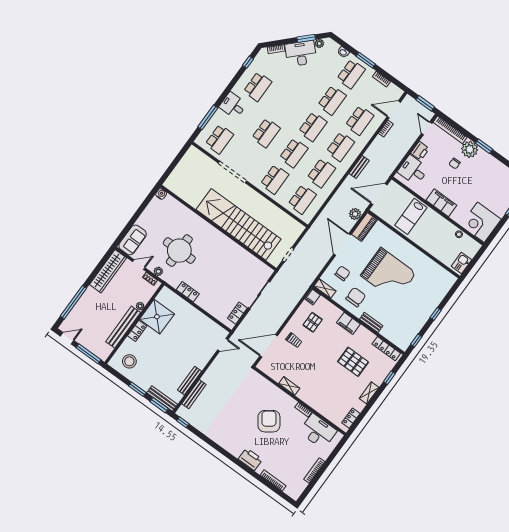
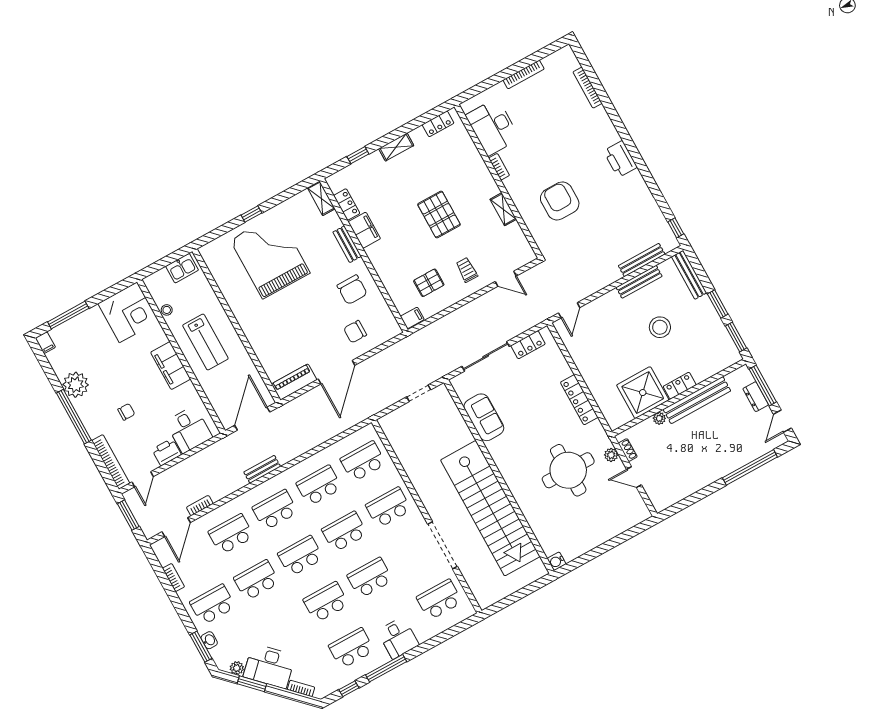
window: (366, 60) -> (201, 647), moved
school desk: (285, 107) -> (326, 602), added
door: (394, 109) -> (176, 527), hinge flipped
window: (208, 117) -> (386, 668), moved
window: (484, 146) -> (74, 417), width x2.11
plant: (470, 149) -> (76, 385), moved
door: (379, 194) -> (252, 419), swing flipped
plant: (355, 214) -> (299, 406), removed
lab bench: (411, 216) -> (205, 342), moved, turned 90
stairs: (239, 224) -> (490, 508), moved
sofa: (133, 240) -> (484, 417), moved, turned 90
wardrobe: (108, 271) -> (681, 488), removed
grand piano: (388, 274) -> (270, 256), moved
shelving: (325, 289) -> (321, 198), moved
locker: (188, 292) -> (579, 400), width x1.53
chair: (356, 297) -> (352, 290), turned -90
filing cabinet: (348, 323) -> (364, 230), moved
door: (67, 338) -> (782, 421), hinge flipped
window: (416, 340) -> (296, 189), removed
dresser: (90, 345) -> (756, 397), added
door: (223, 345) -> (569, 310), swing flipped
door: (269, 346) -> (506, 279), width x0.53
locker: (386, 349) -> (347, 204), width x0.66
stool: (129, 361) -> (660, 327), moved
pallet: (353, 362) -> (439, 214), moved
window: (159, 405) -> (736, 337), moved
armchair: (269, 421) -> (560, 201), moved, turned 126
printer: (250, 459) -> (620, 159), moved

